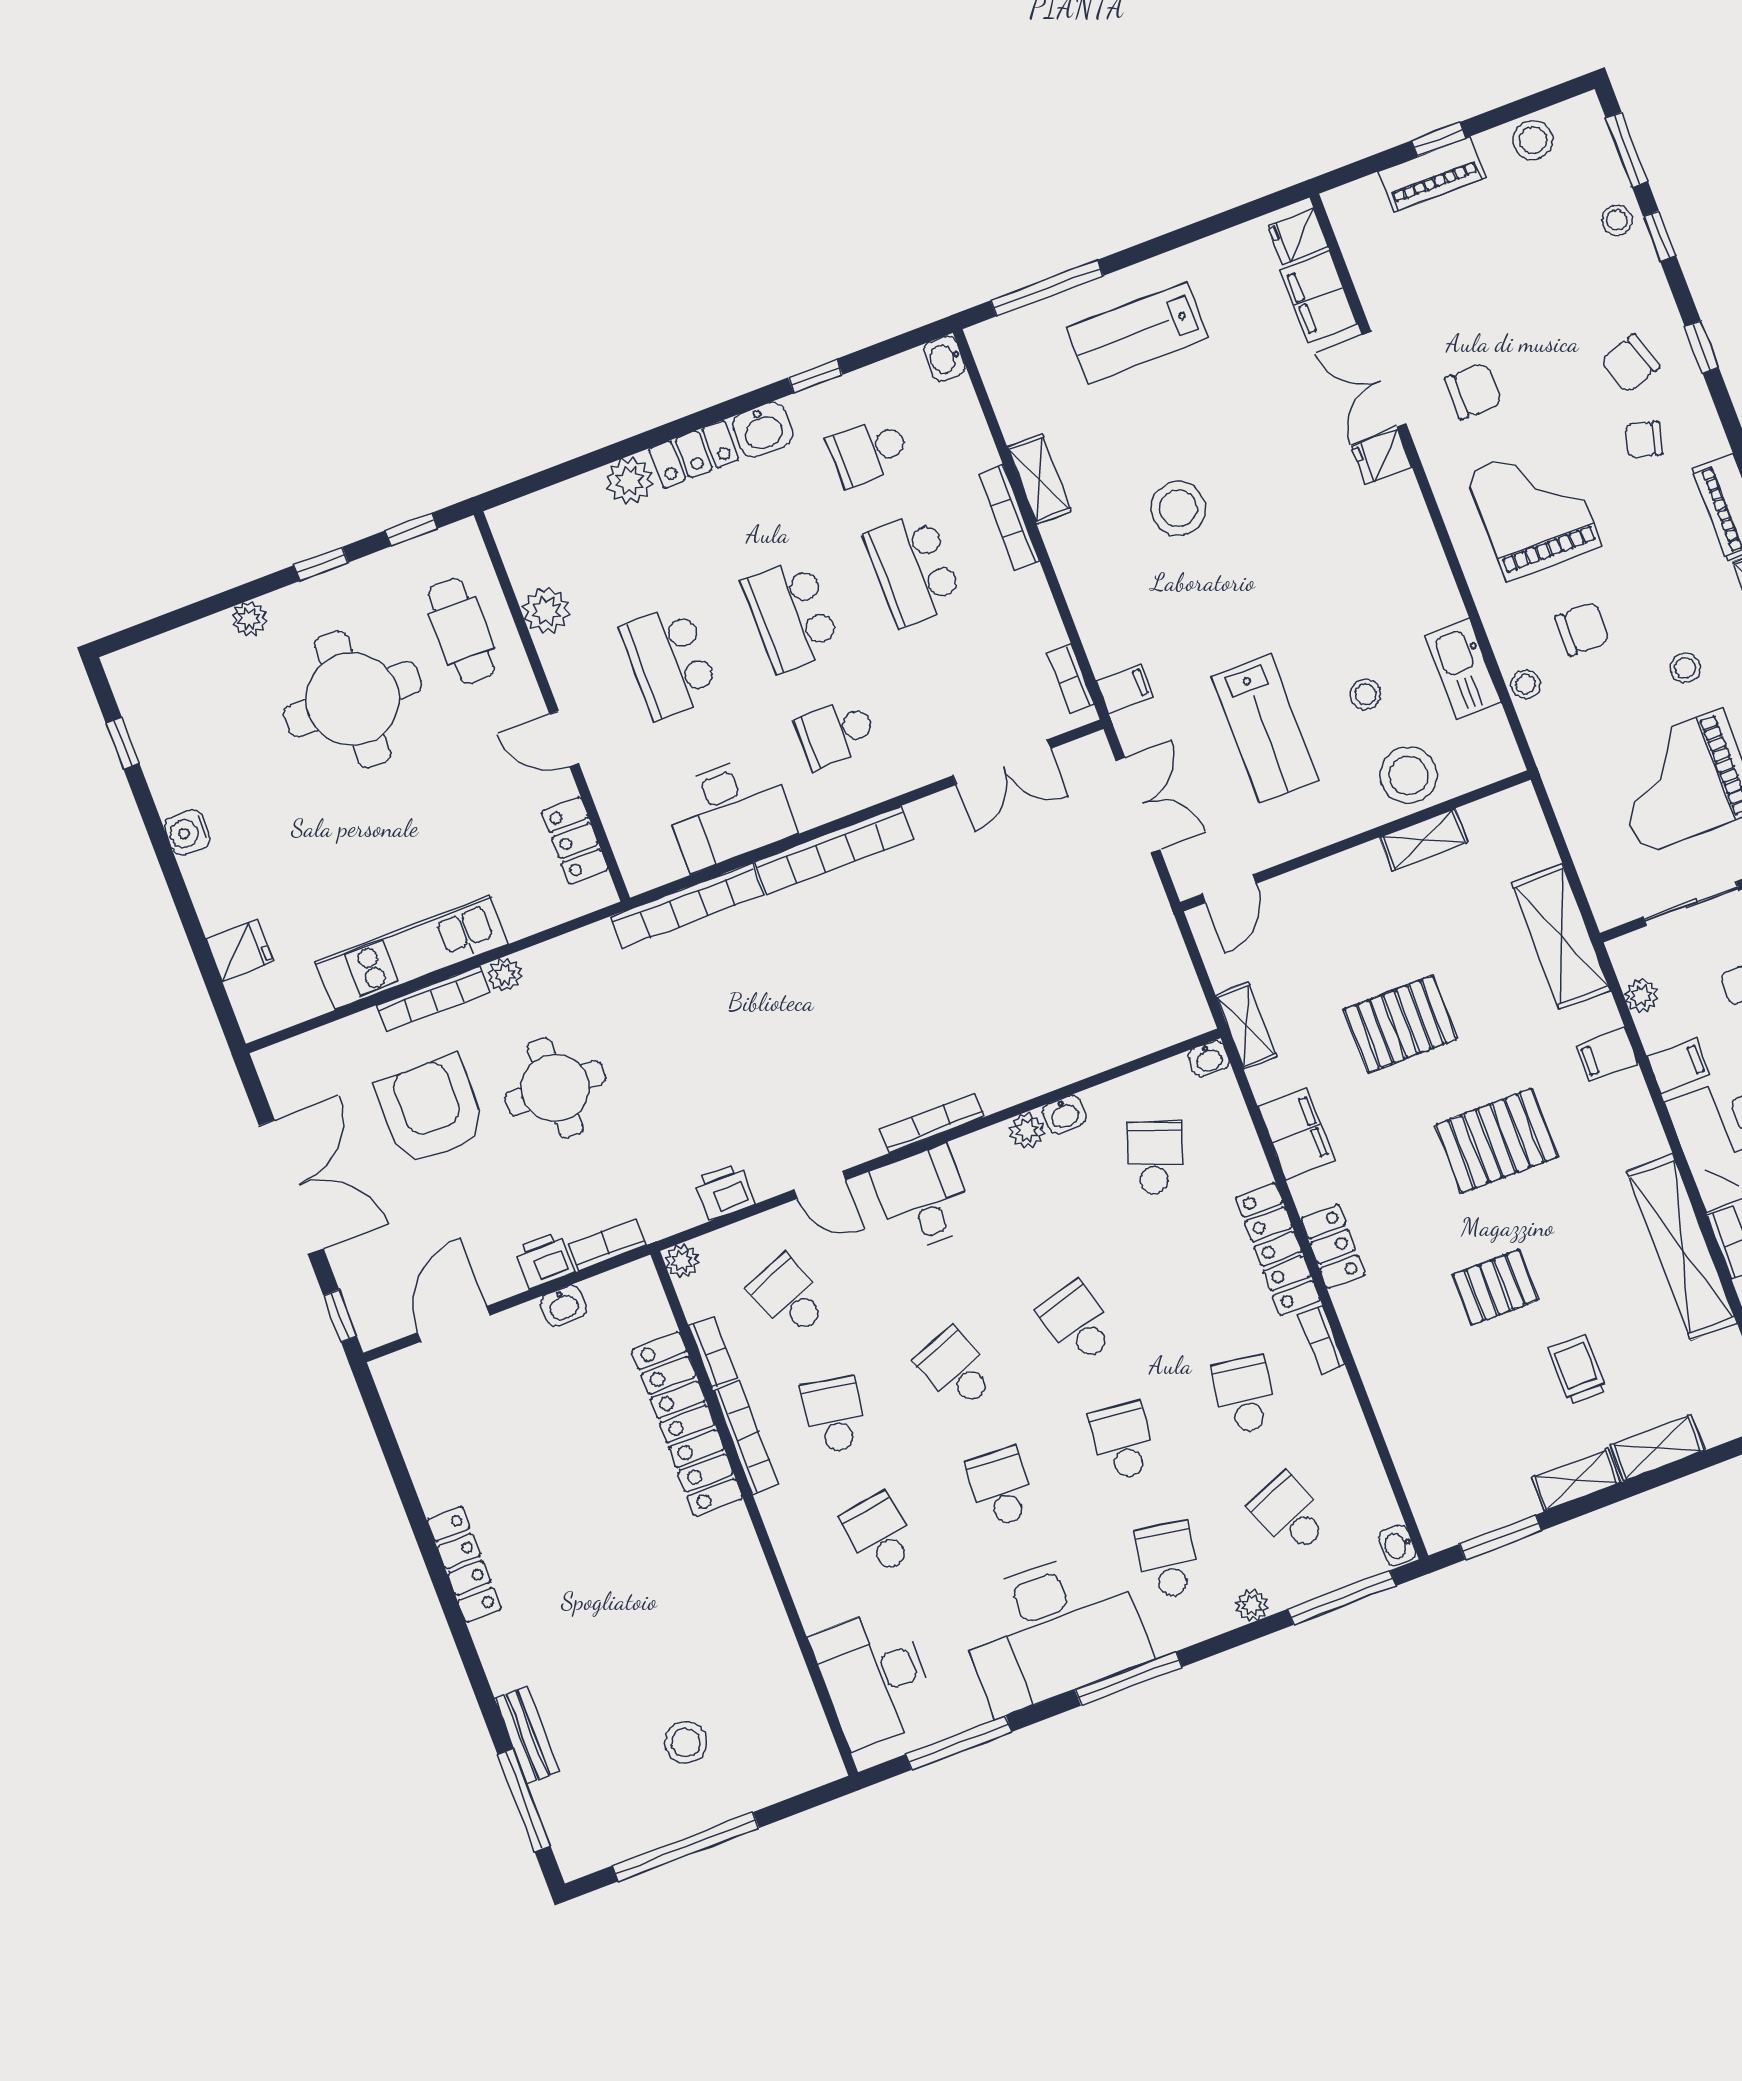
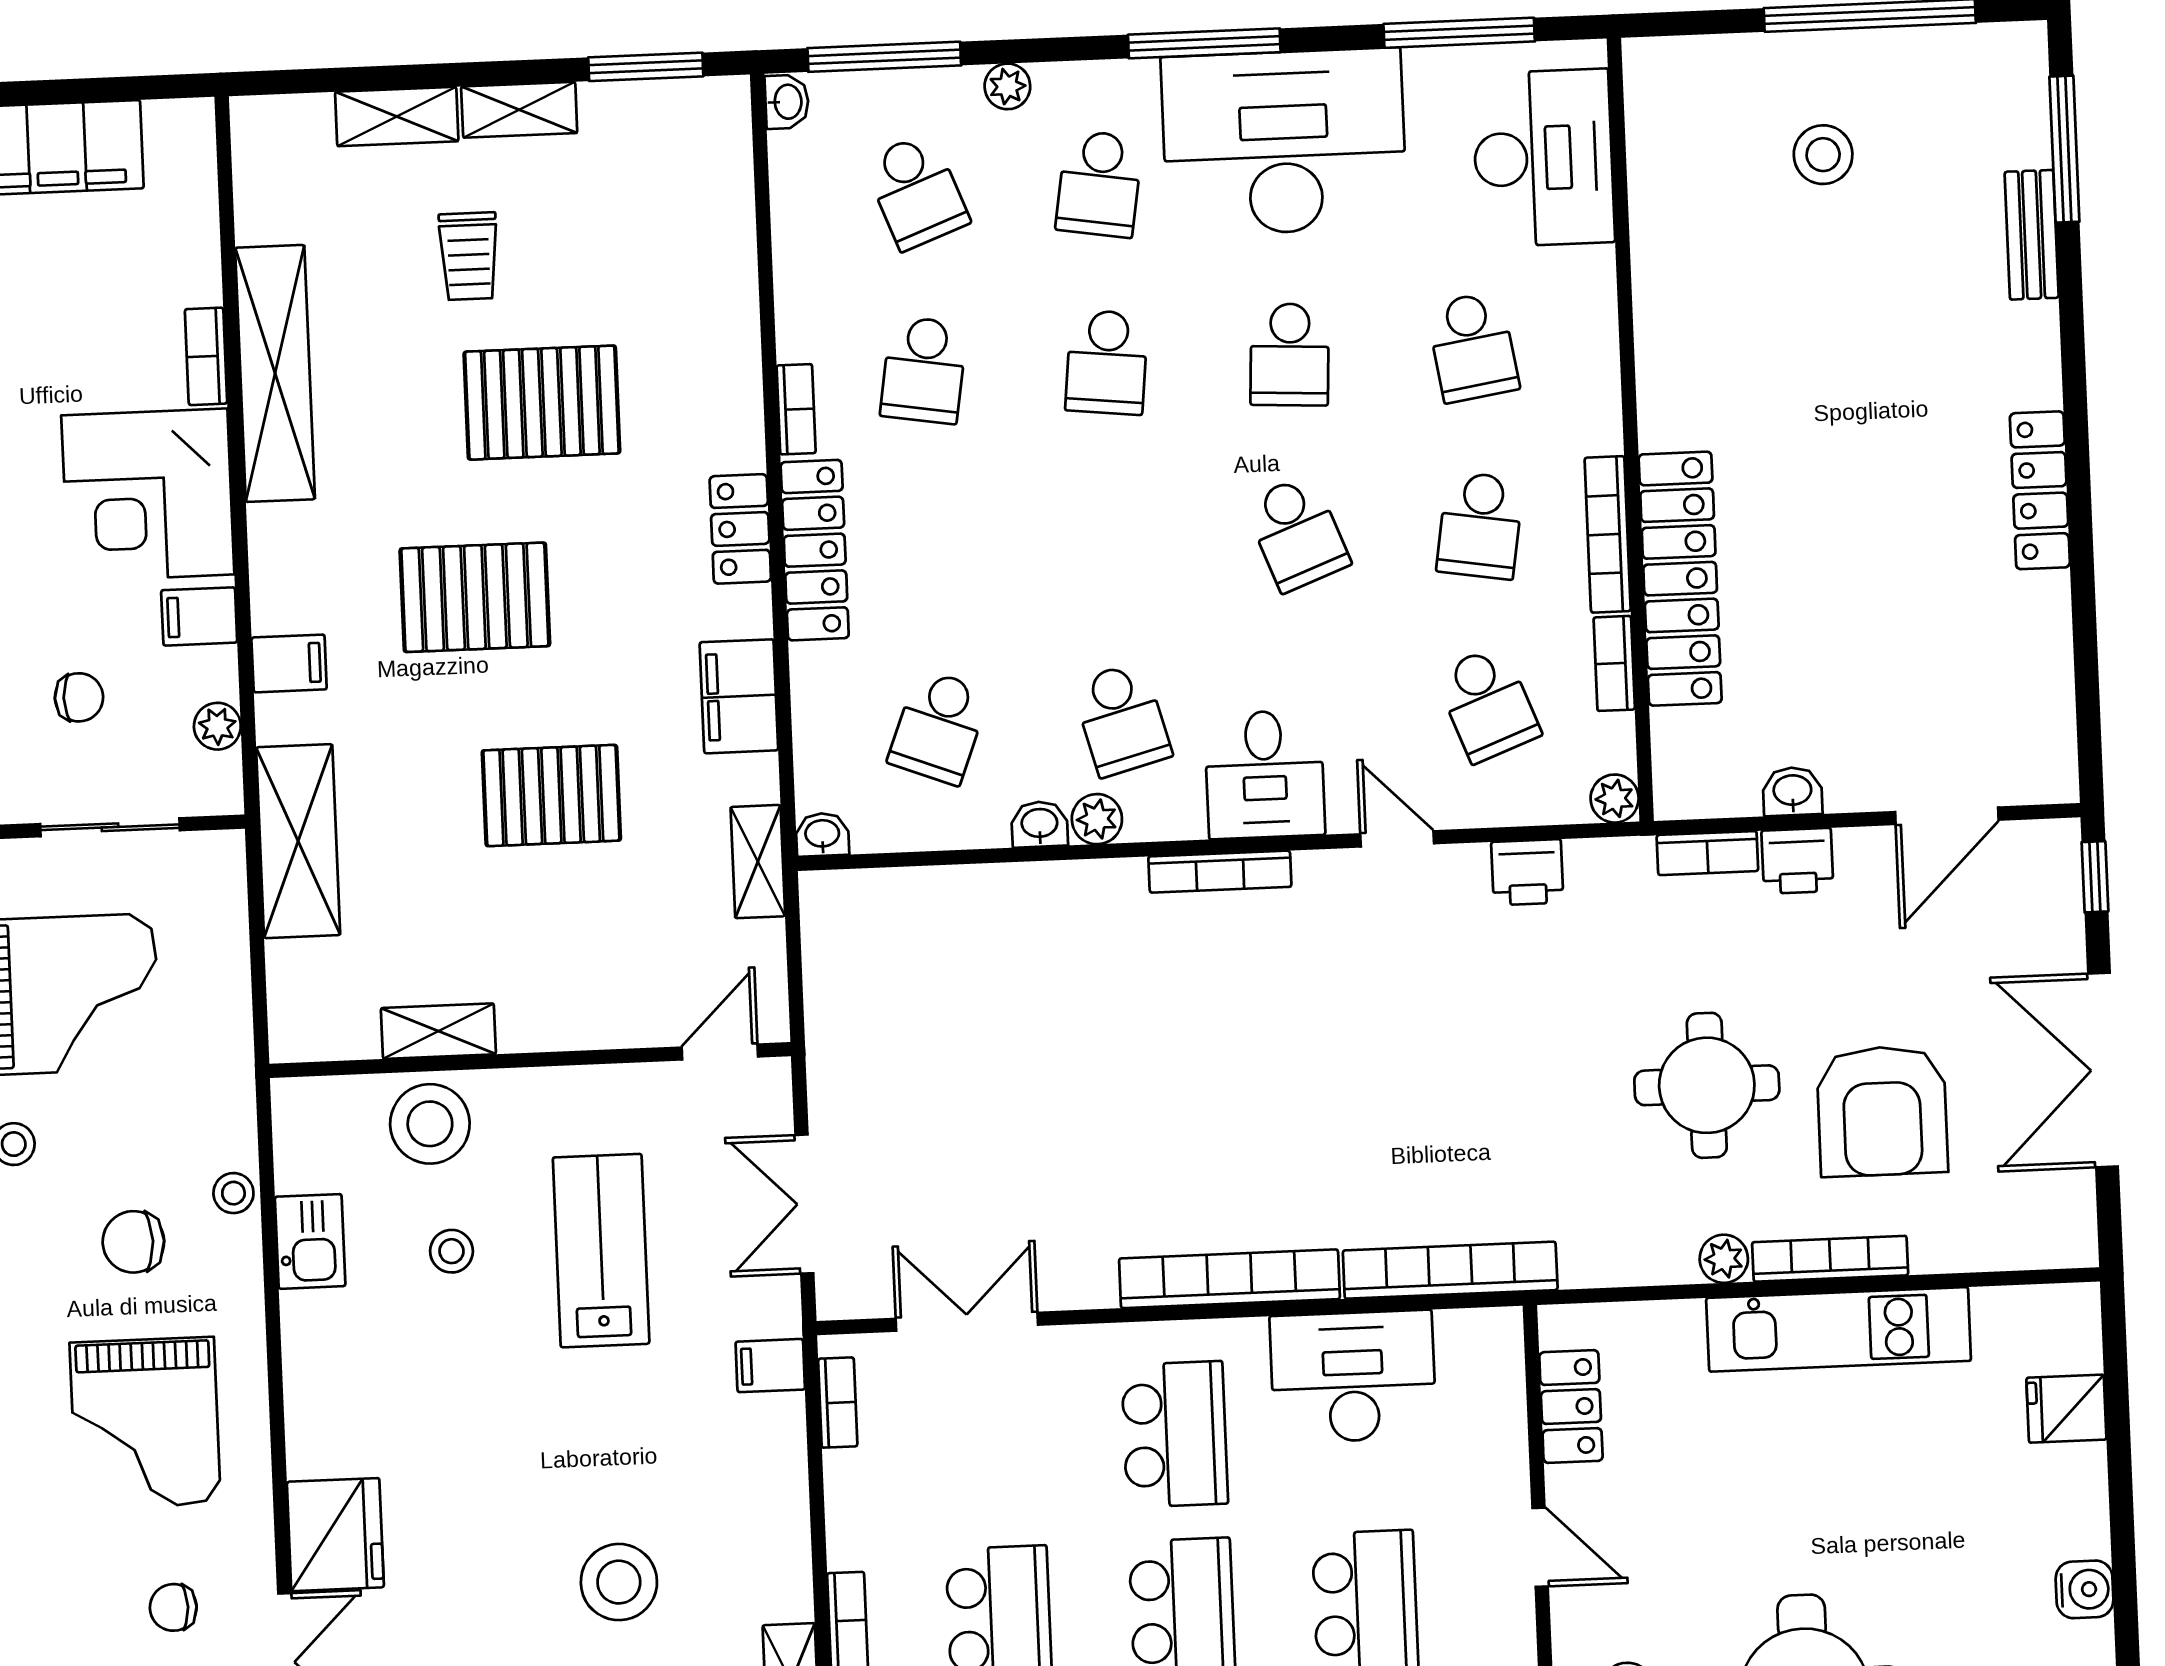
chair: (1473, 391) -> (173, 1607), width x0.73, depth x0.73
fridge: (1382, 457) -> (335, 1535), width x1.88, depth x1.34
kitchen sink: (1463, 669) -> (310, 1241), width x0.73
school desk: (836, 733) -> (1175, 1434), width x1.85
pallet: (1495, 1287) -> (542, 403), width x1.50, depth x1.42
school desk: (1078, 1323) -> (1122, 719), moved

